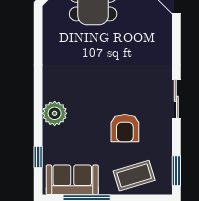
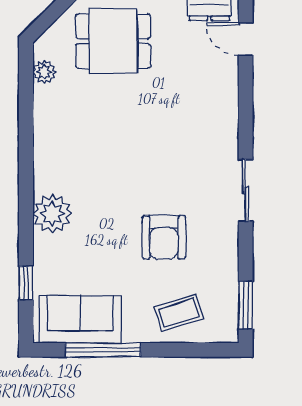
plant: (50, 24) -> (44, 72), added
coffee table: (134, 176) -> (179, 313), width x0.73, depth x0.77

